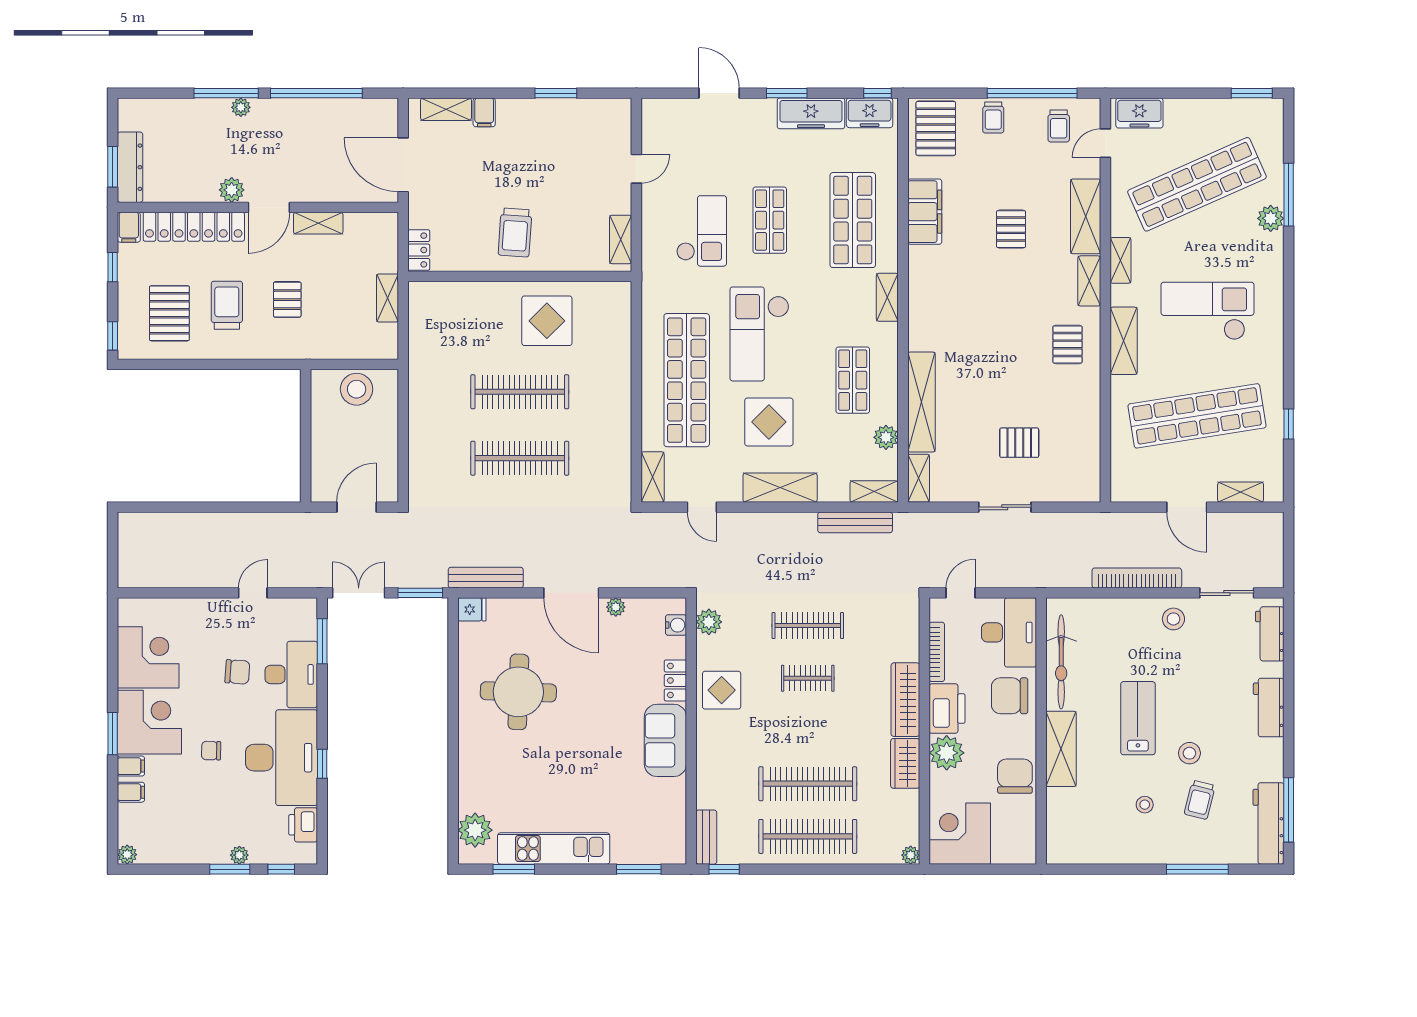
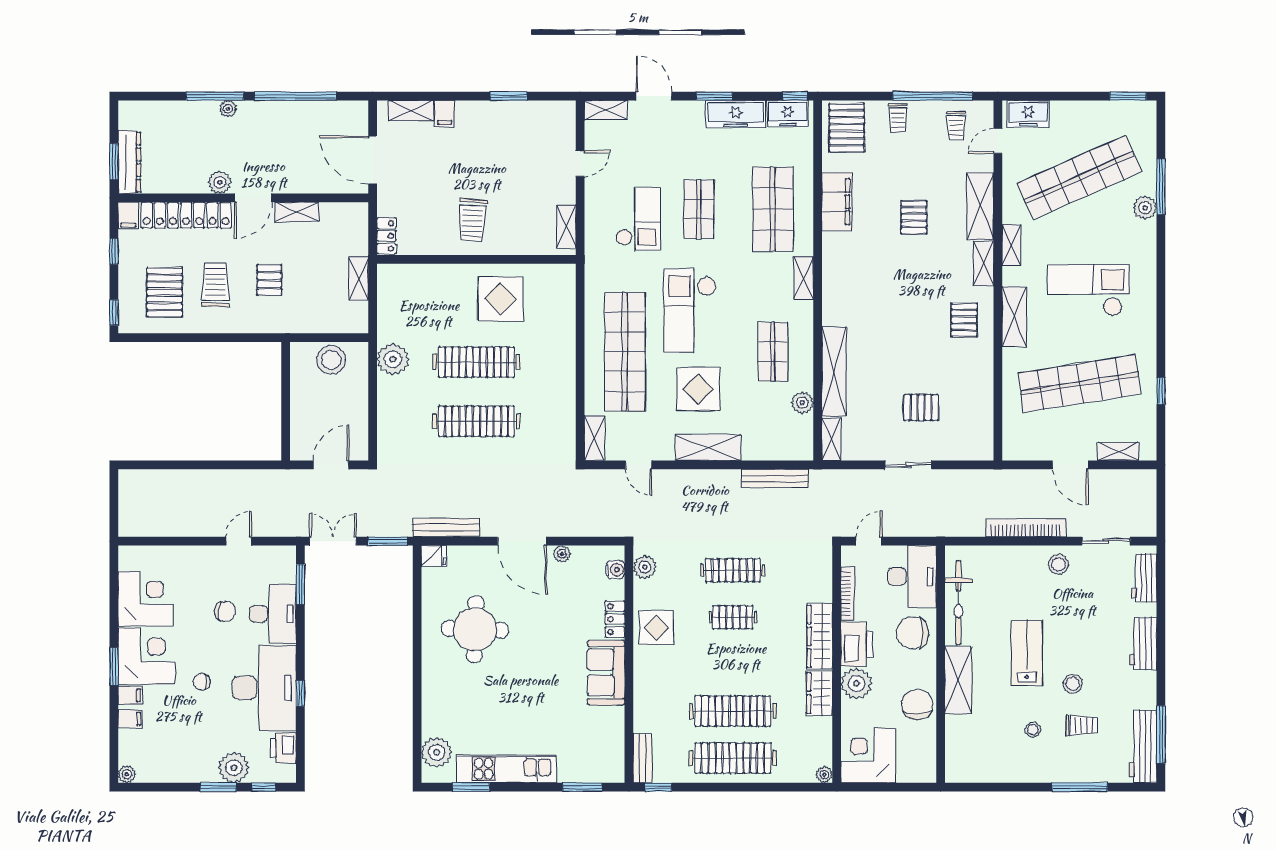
plant: (426, 389) -> (393, 359), added
shelving: (874, 492) -> (606, 110), moved
trolley: (1200, 800) -> (1082, 725), turned -104
plant: (239, 855) -> (234, 768), width x1.88, depth x1.88

